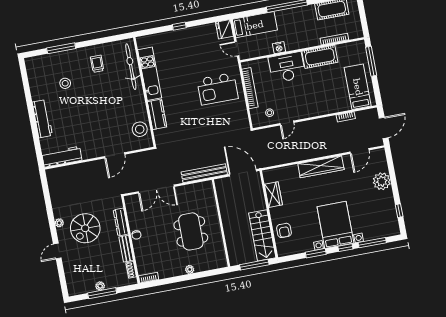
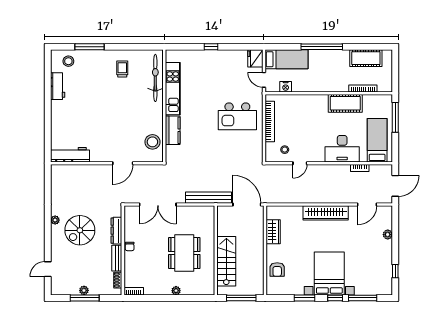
nightstand: (279, 48) -> (286, 87), moved
desk: (287, 67) -> (342, 149), moved, turned 180
stool: (65, 83) -> (68, 61), moved
workbench: (42, 119) -> (58, 86), moved, width x0.73
plant: (382, 181) -> (388, 235), width x0.53, depth x0.53
stairs: (262, 235) -> (226, 261), moved, turned 180
door: (57, 251) -> (48, 269), moved

